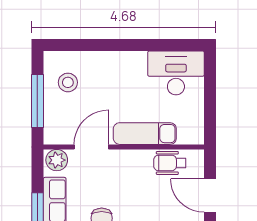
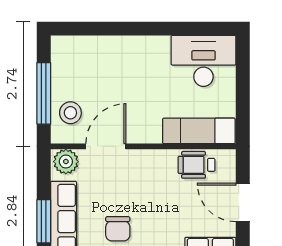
stool: (68, 82) -> (70, 113), moved
exam couch: (145, 134) -> (199, 131), moved

